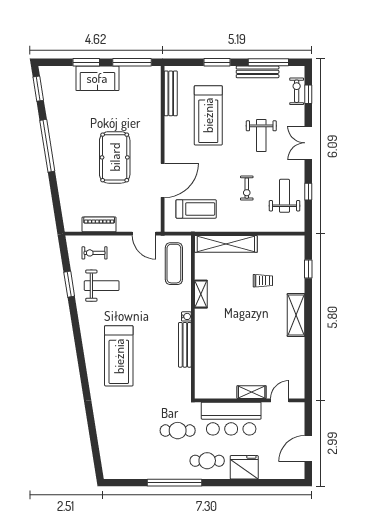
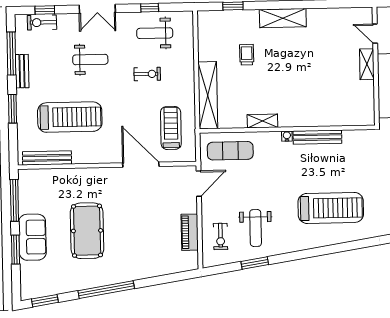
bench: (258, 72) -> (22, 71), width x0.73
pool table: (115, 157) -> (87, 231), moved, turned 90
weight bench: (102, 286) -> (256, 228), turned 180

